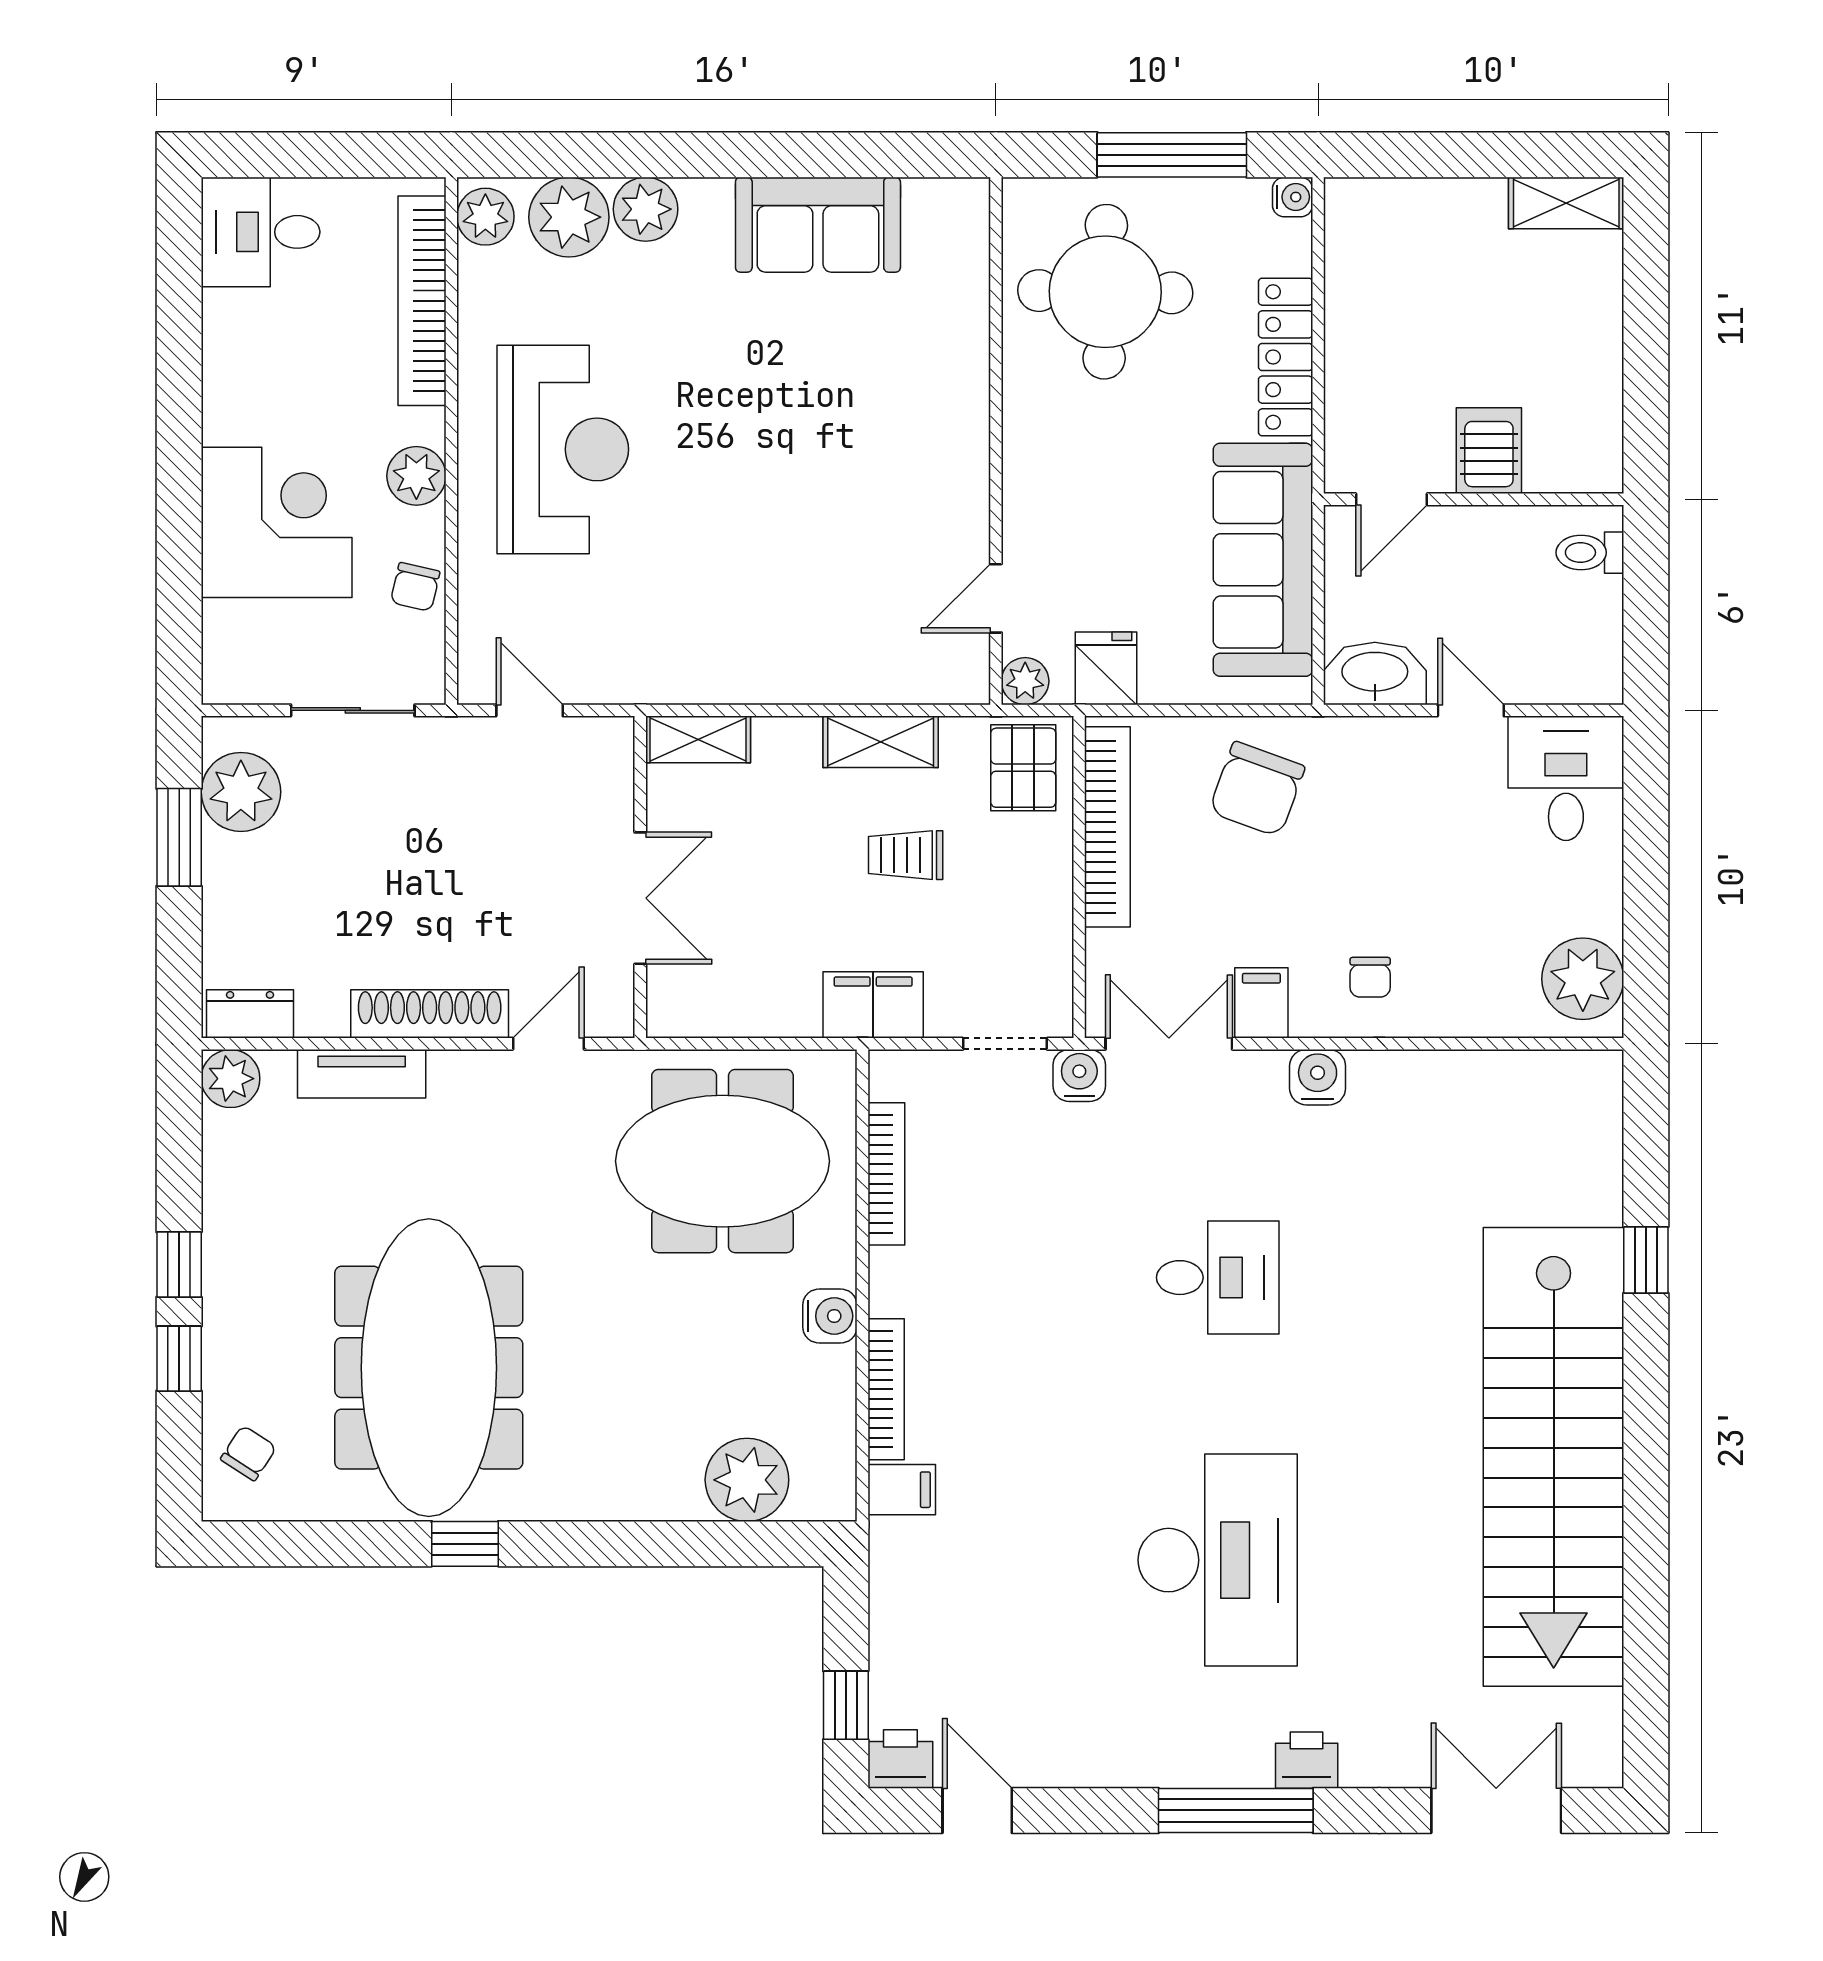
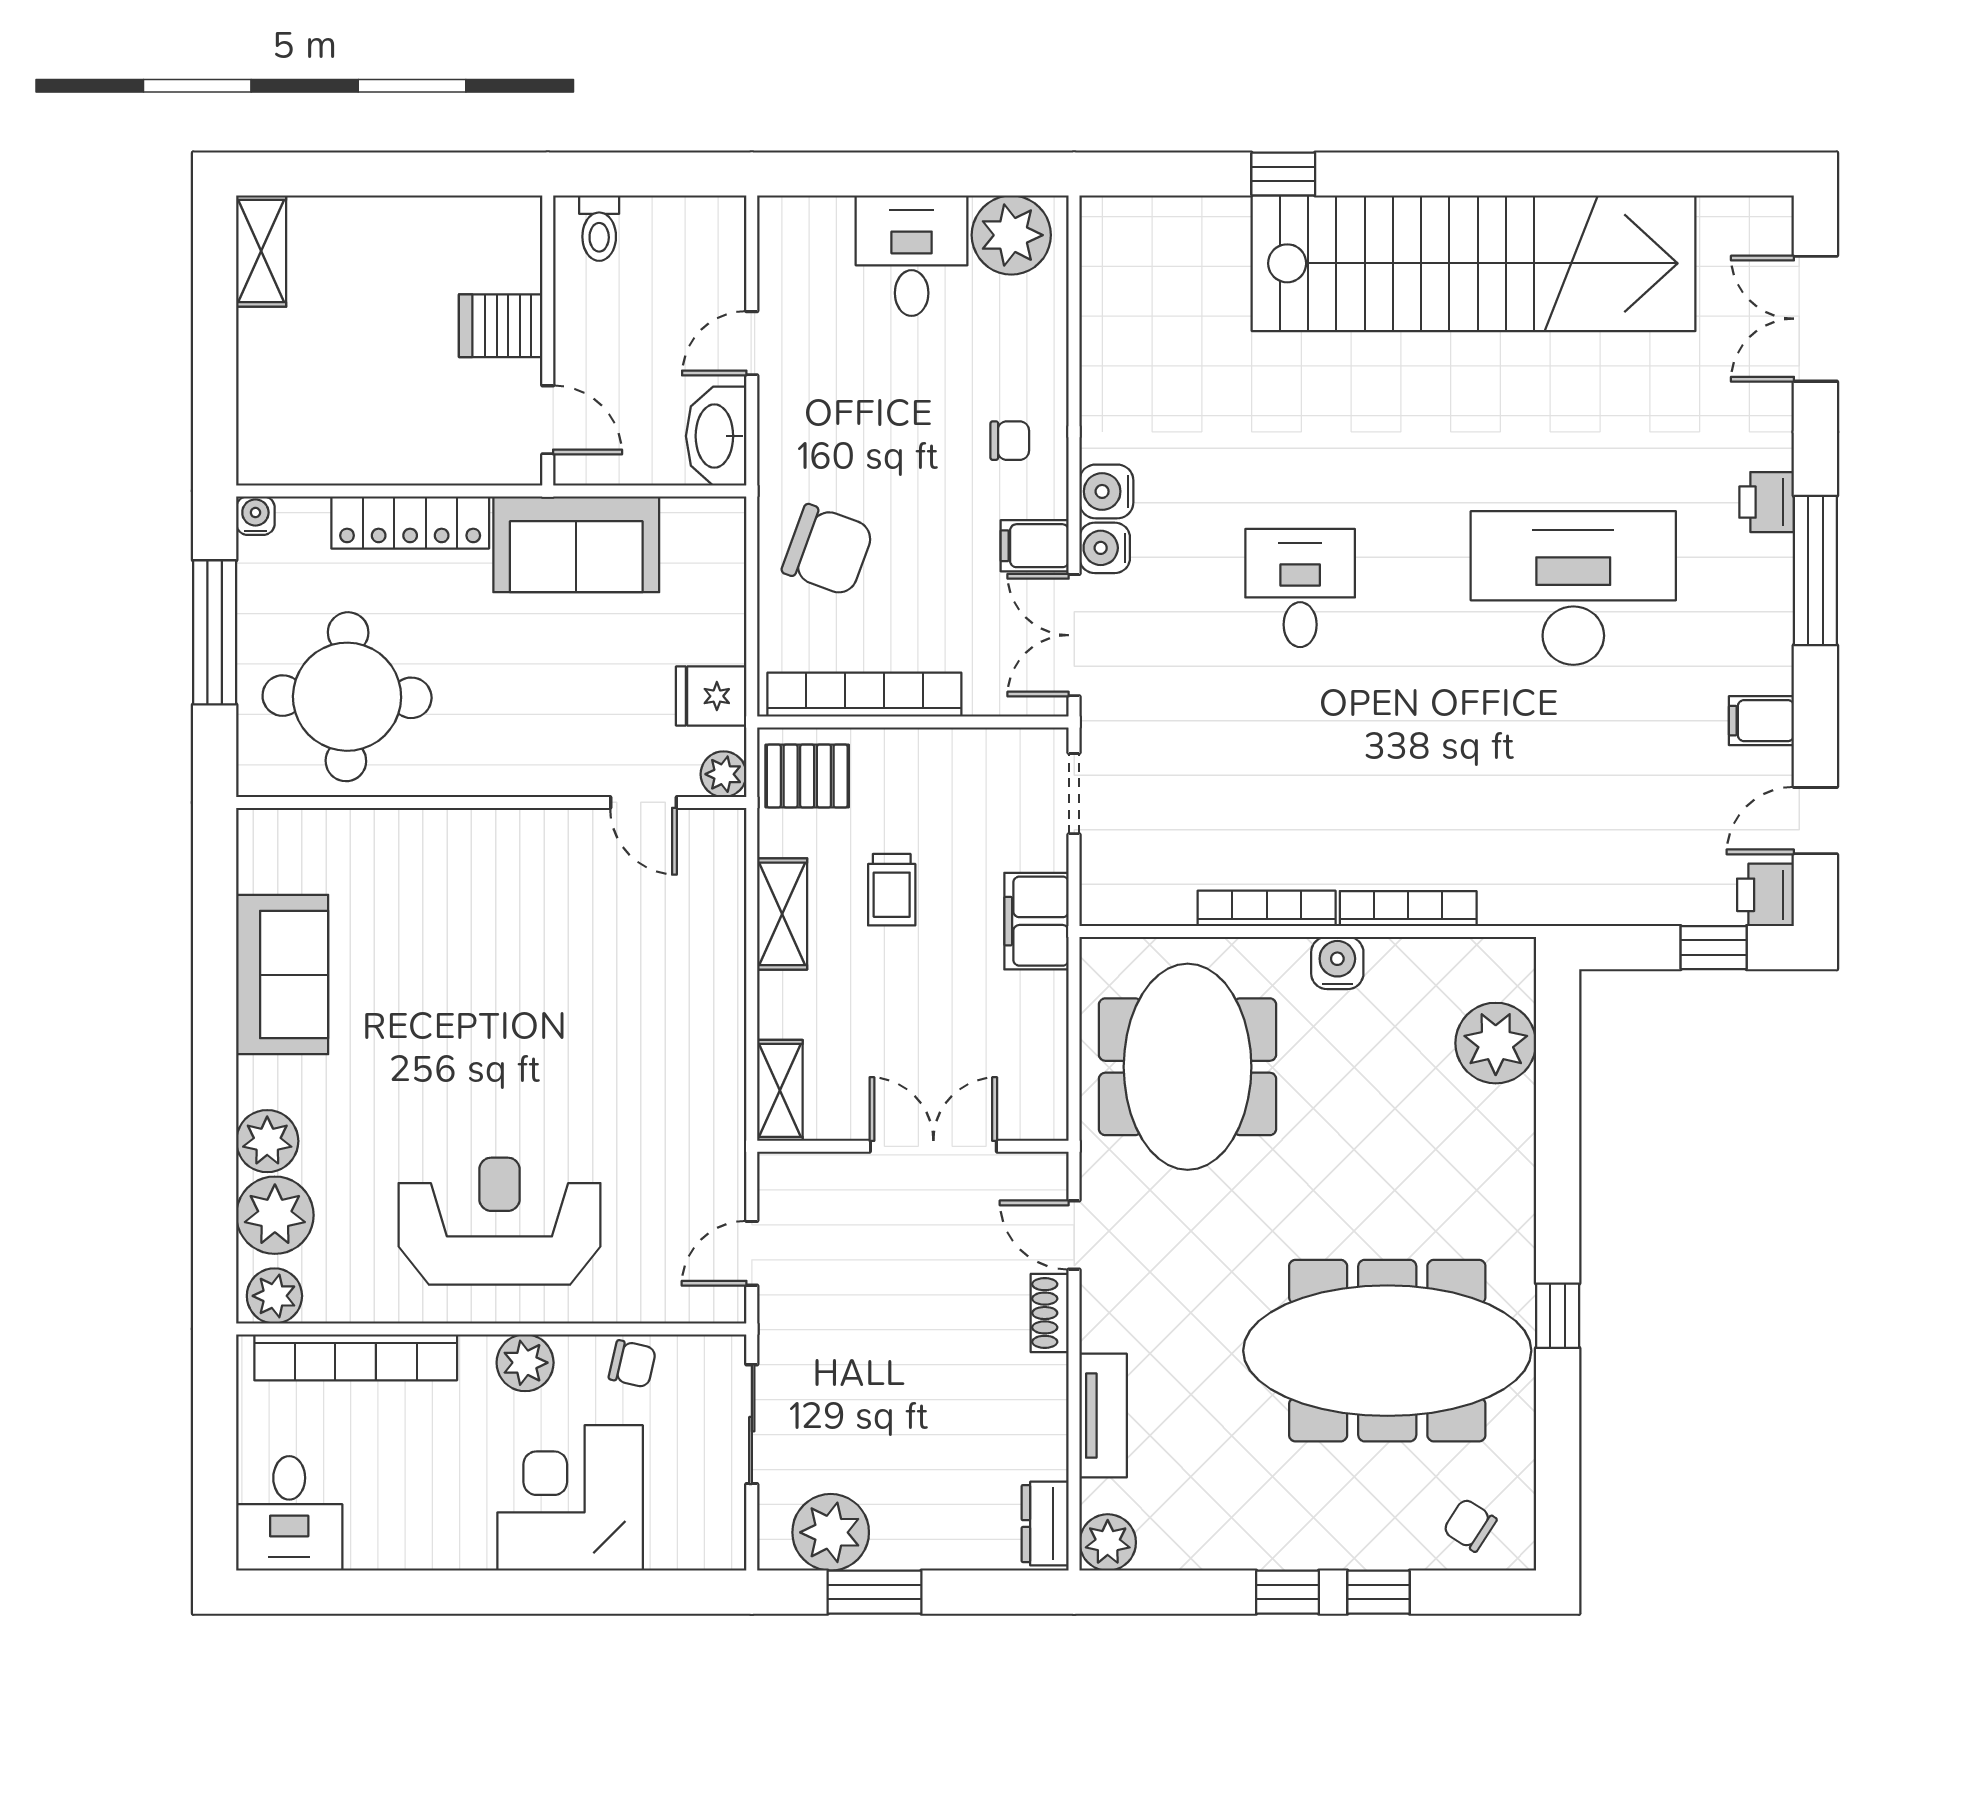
sofa: (1263, 560) -> (576, 544), width x0.73
desk: (1566, 778) -> (912, 256), moved, turned 90
shoe rack: (430, 1014) -> (1050, 1313), width x0.51, depth x0.81
water cooler: (1079, 1075) -> (1105, 548), moved
bookcase: (886, 1174) -> (1267, 908), moved
filing cabinet: (902, 1490) -> (1761, 721), moved, turned -90

